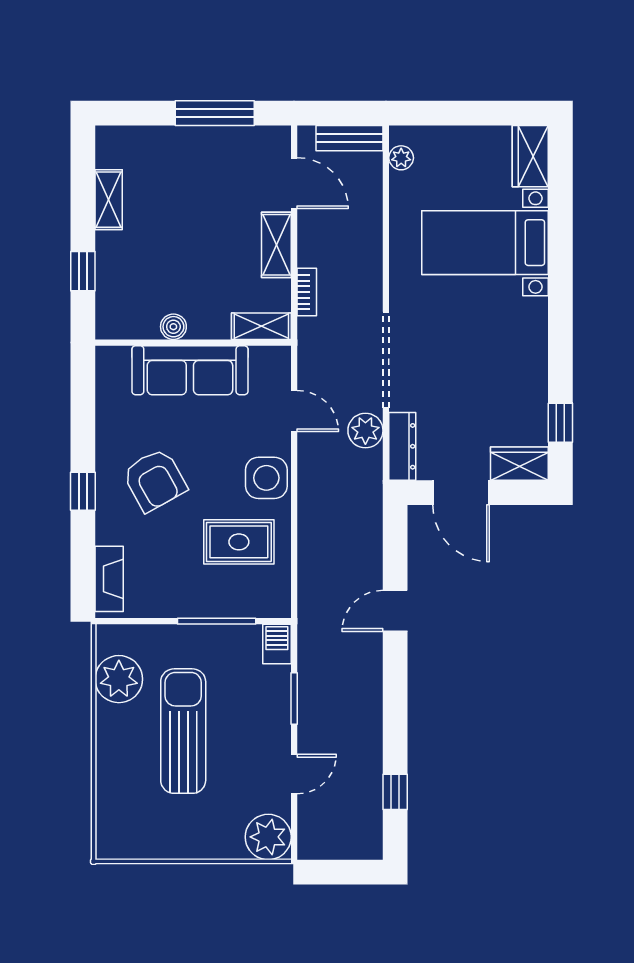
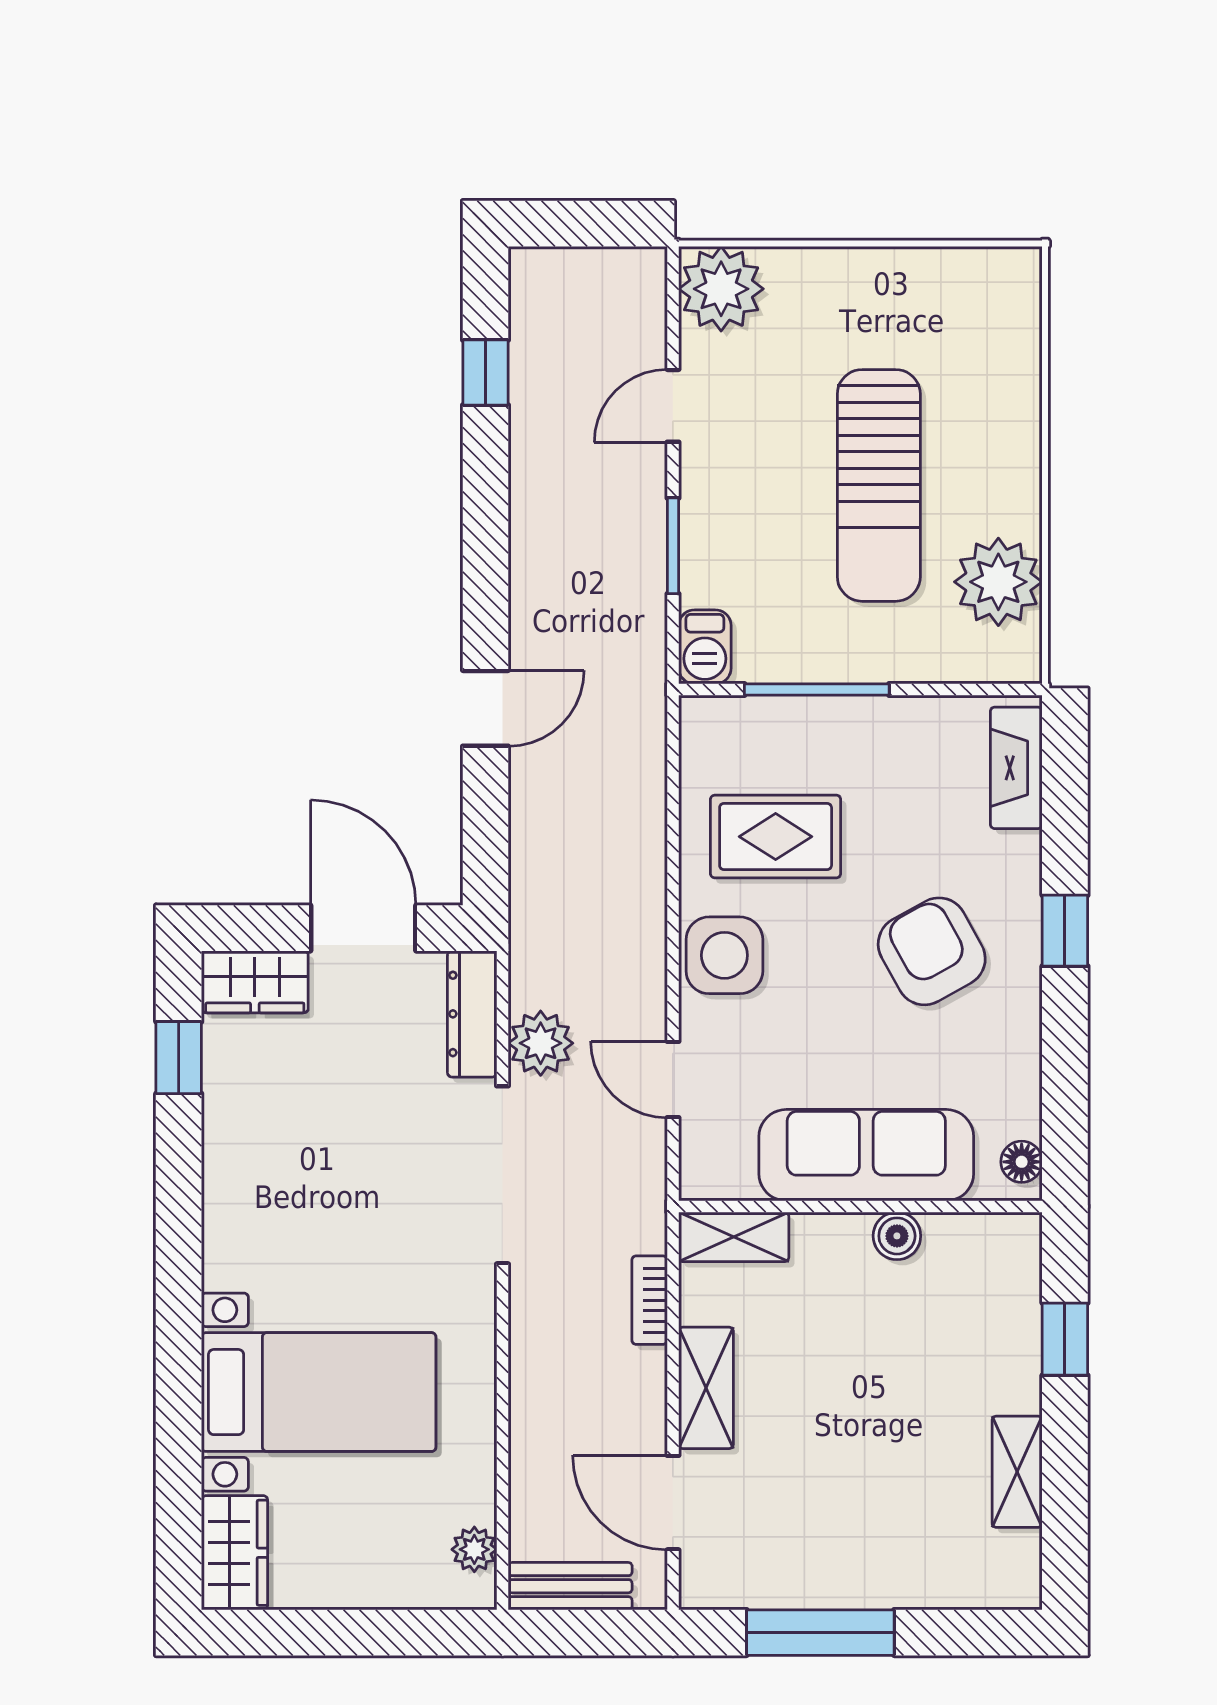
floor lamp: (106, 367) -> (1022, 1162), added

